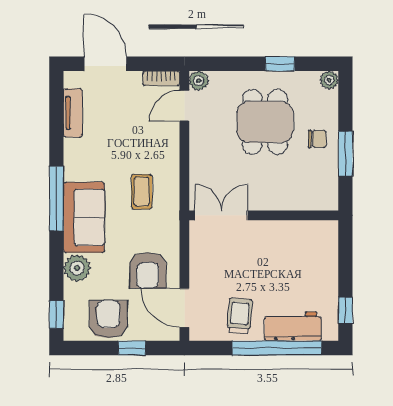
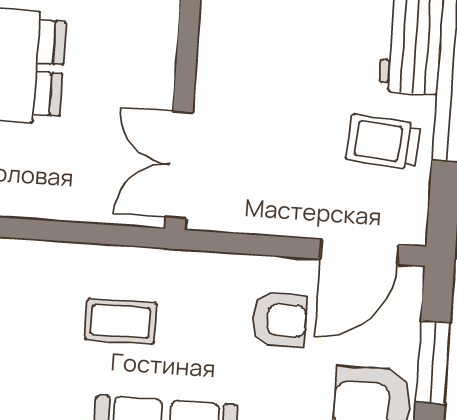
armchair: (148, 270) -> (279, 320), width x0.72, depth x0.72
window: (132, 348) -> (433, 362), width x1.50

